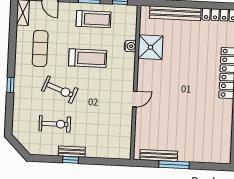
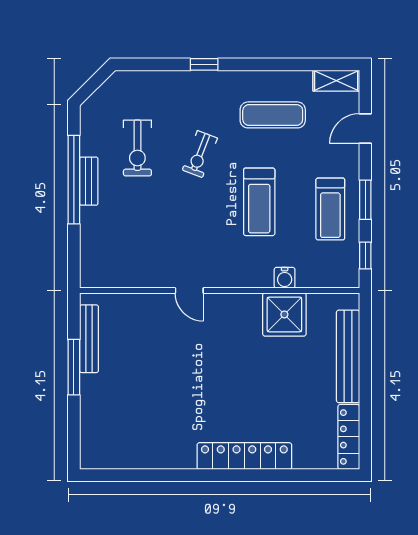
exercise bike: (60, 90) -> (200, 154), width x0.73, depth x0.72
window: (71, 160) -> (74, 180), width x3.17

